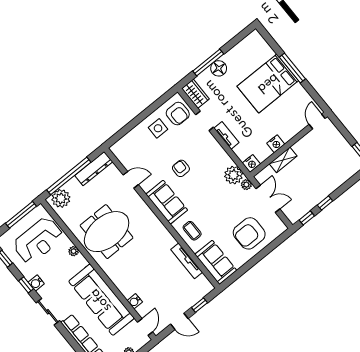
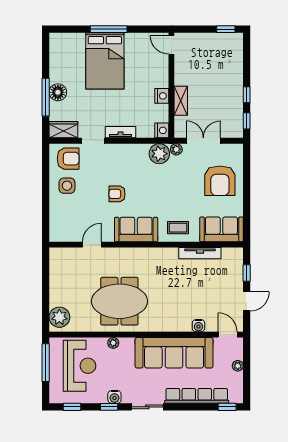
dresser: (94, 169) -> (57, 269), removed
window: (69, 176) -> (46, 295), removed
meeting table: (107, 232) -> (119, 301), turned 90

